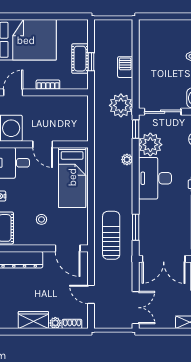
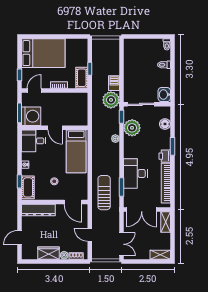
cot: (80, 59) -> (82, 78), moved
barbecue: (125, 67) -> (114, 83), moved
desk: (155, 178) -> (135, 173), moved

